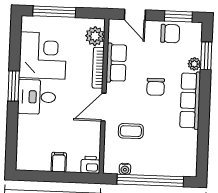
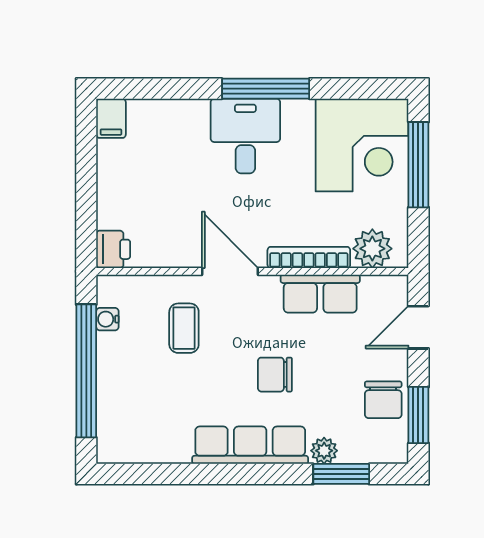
corner desk: (43, 56) -> (362, 145), moved
window: (14, 86) -> (266, 89), width x1.44
filing cabinet: (59, 162) -> (111, 118), moved, turned 90

